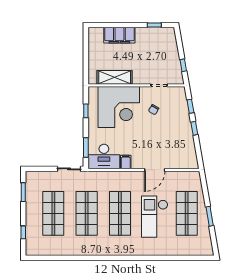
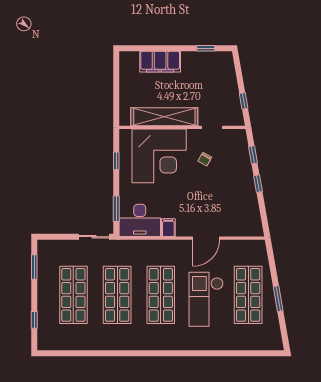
shelving: (115, 77) -> (164, 117), width x1.47

